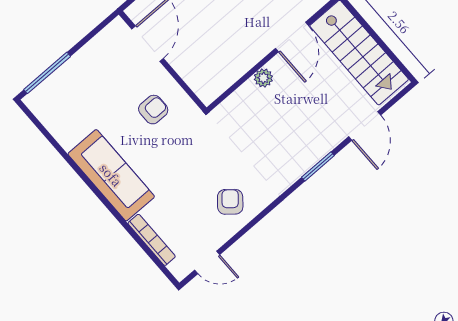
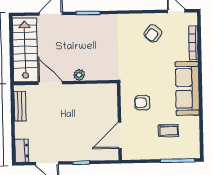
door: (292, 37) -> (50, 83), hinge flipped
coffee table: (90, 101) -> (169, 131), added
armchair: (230, 202) -> (153, 33), moved

